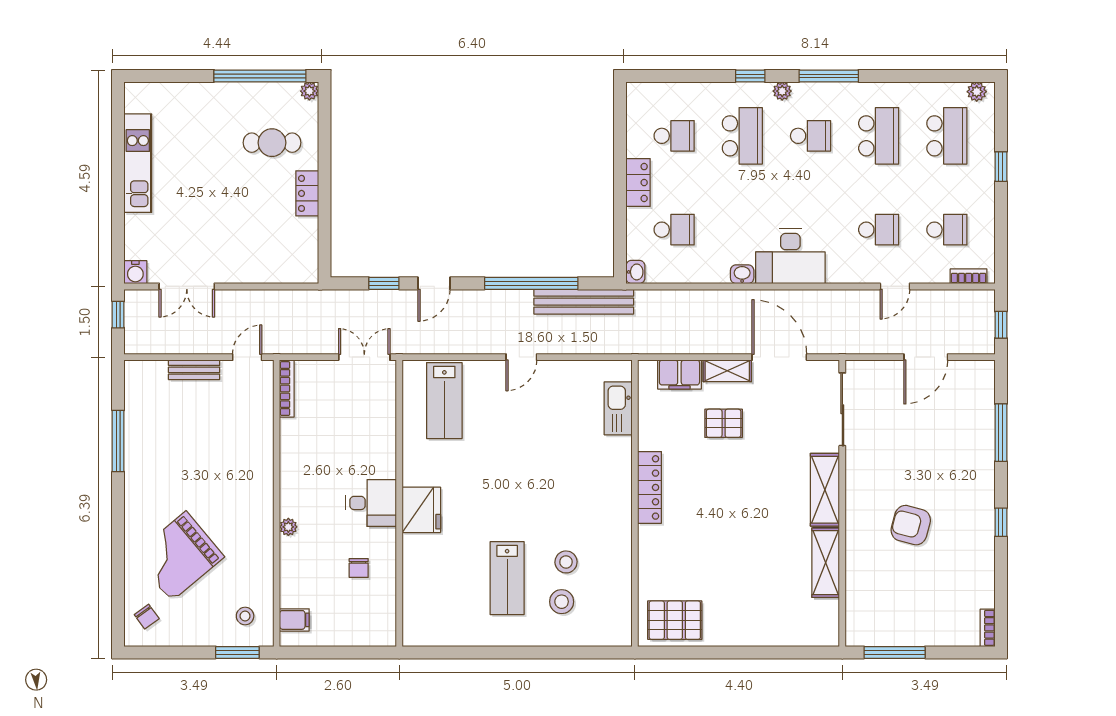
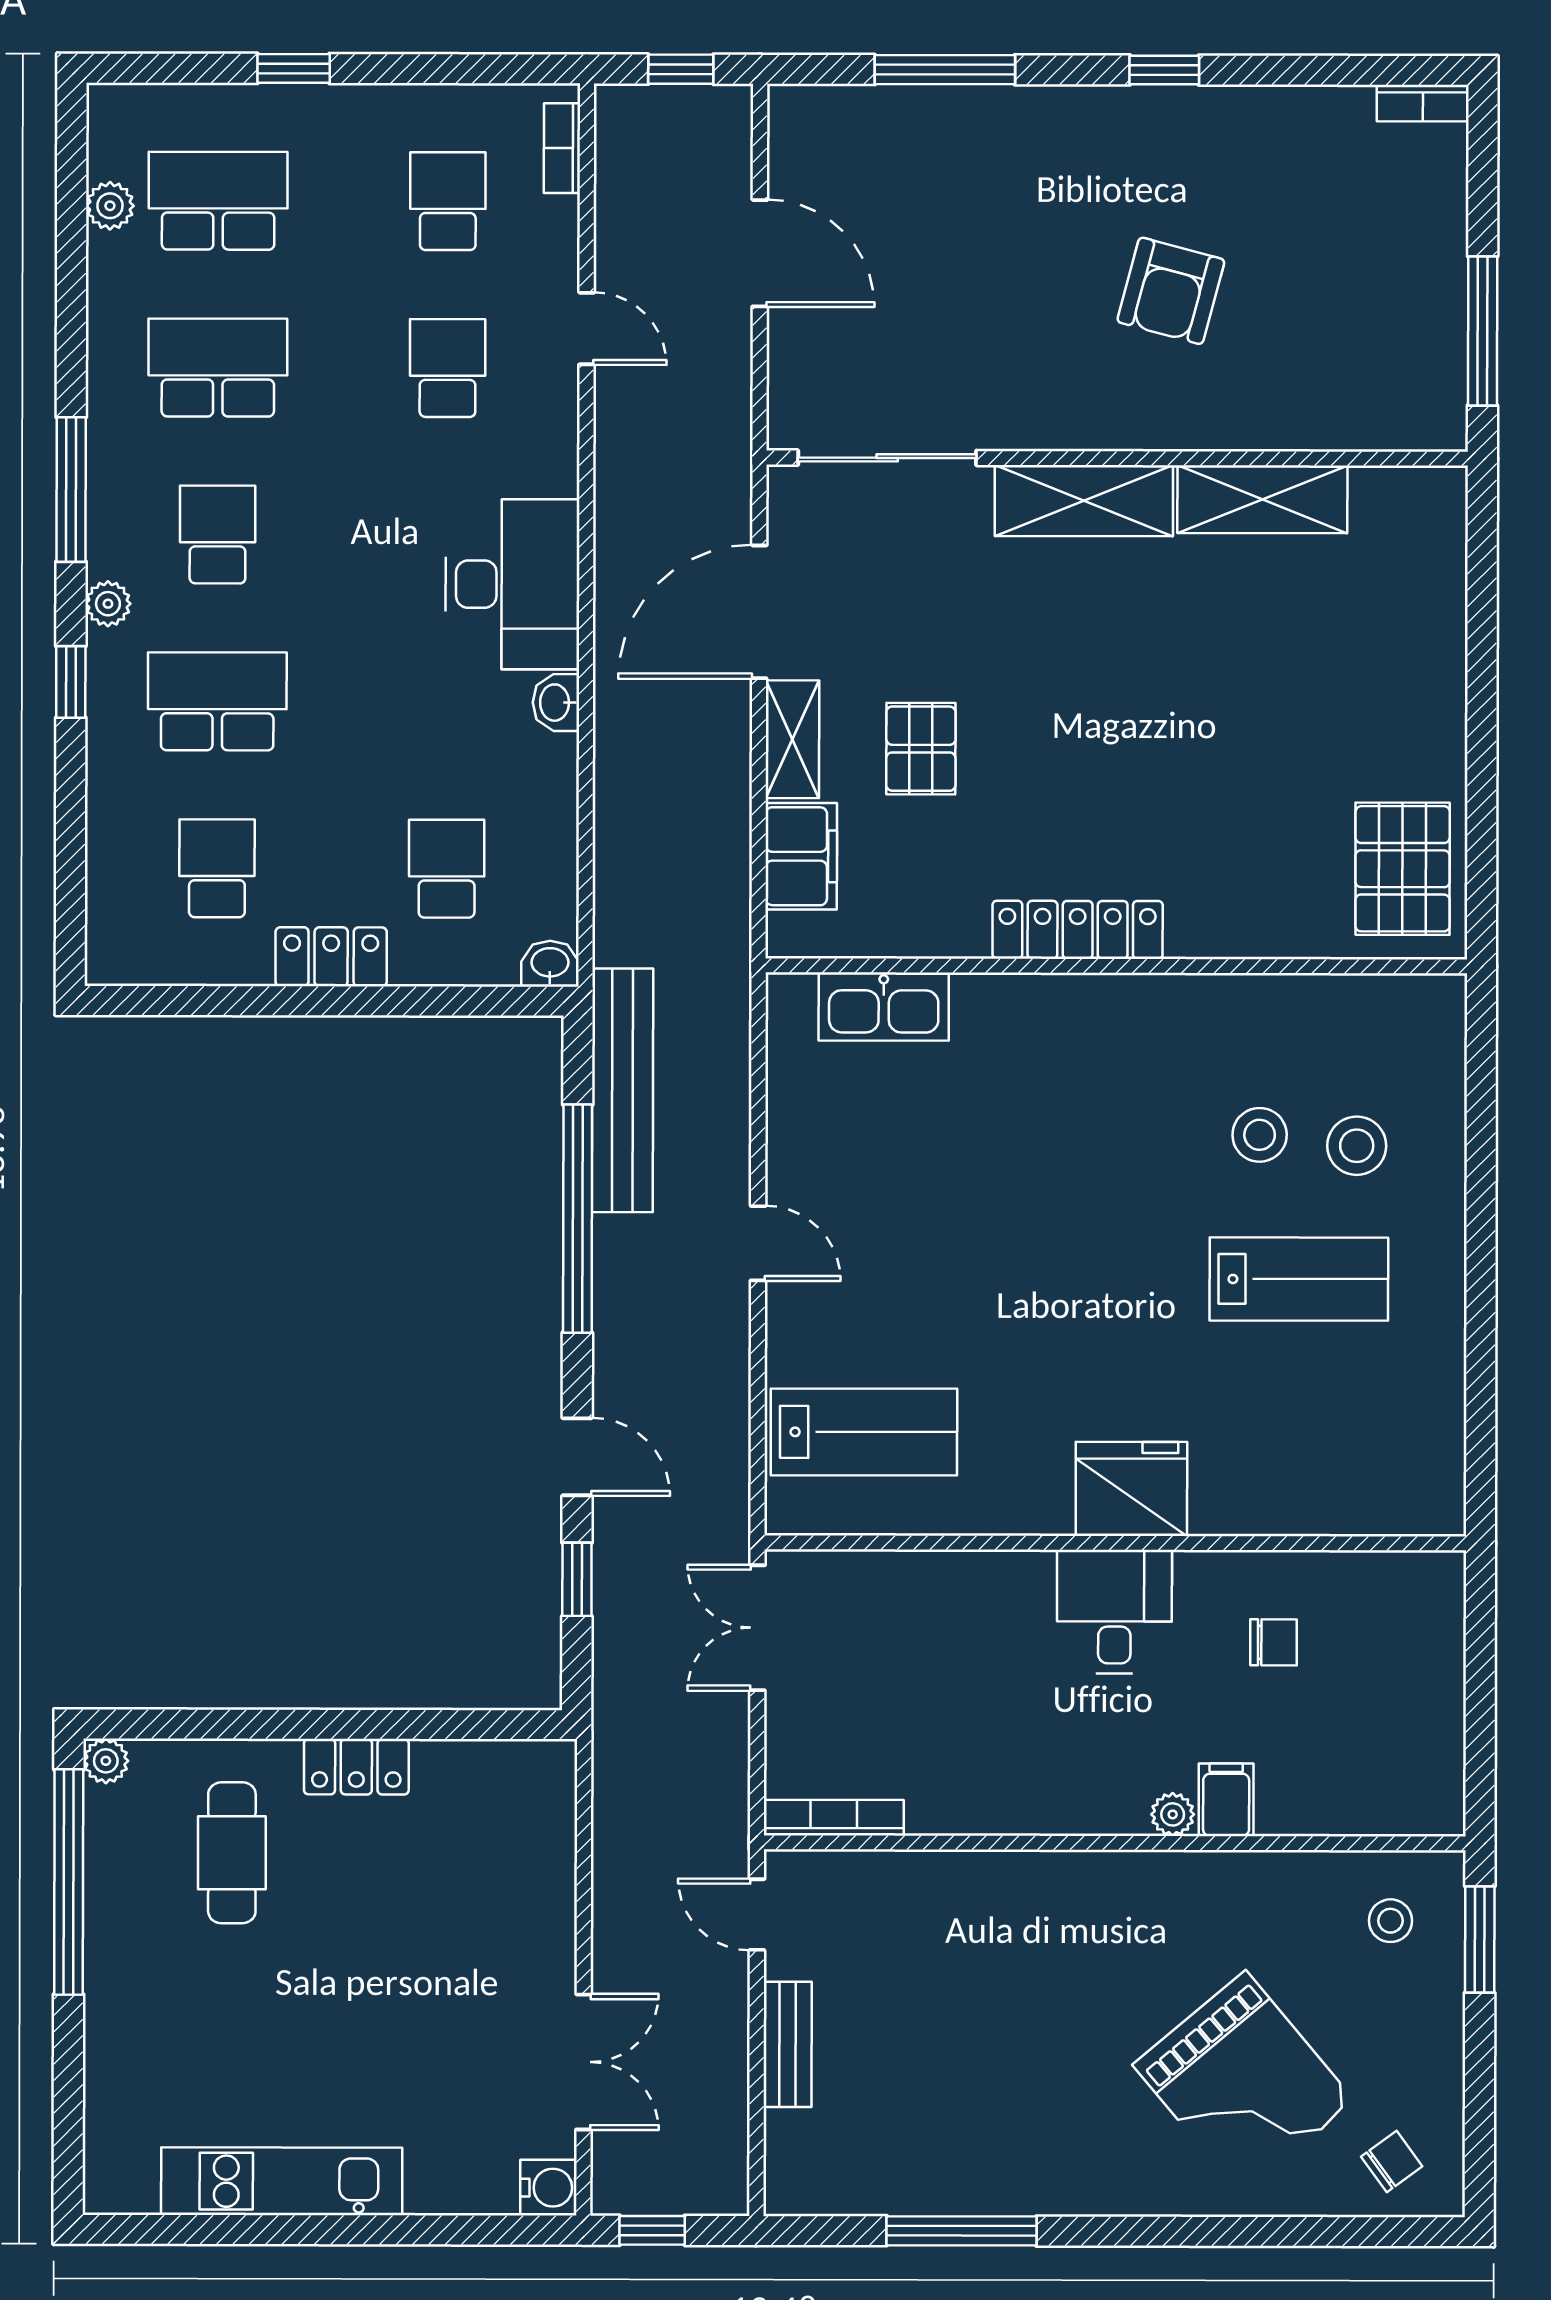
plant: (977, 92) -> (110, 206), moved
filing cabinet: (294, 620) -> (1226, 1800), moved

